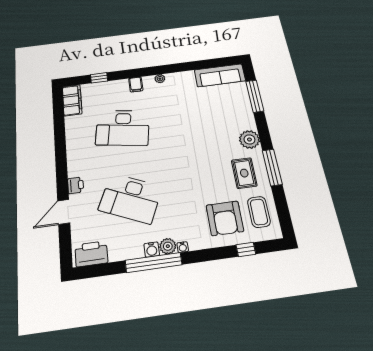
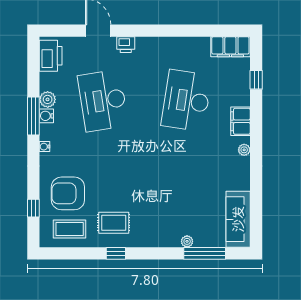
filing cabinet: (136, 84) -> (240, 121), width x2.00
plant: (249, 139) -> (187, 241), moved, width x0.53, depth x0.53
window: (272, 167) -> (116, 253), width x0.46
desk: (130, 198) -> (103, 101), turned -33
plant: (168, 246) -> (48, 99), moved
window: (153, 263) -> (33, 116), width x0.68

